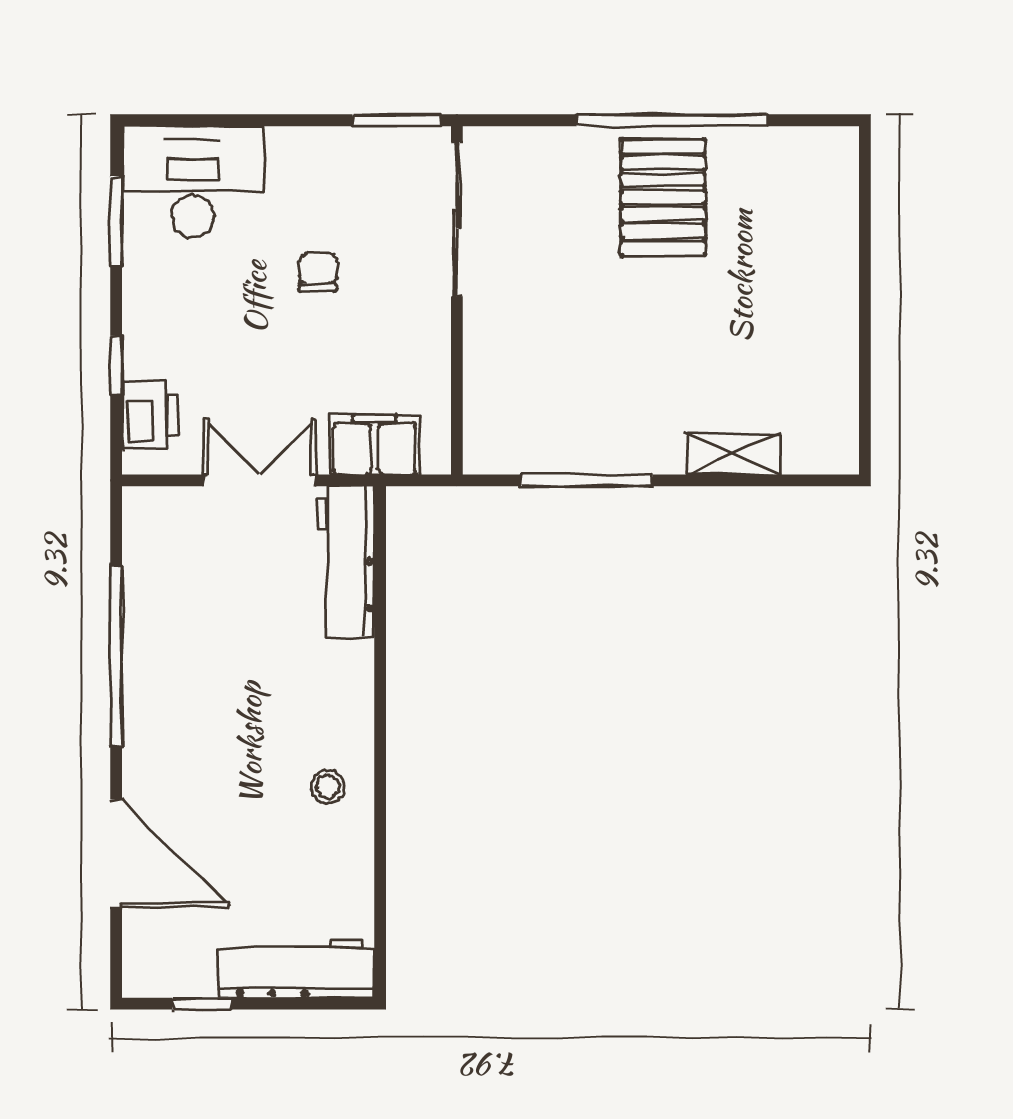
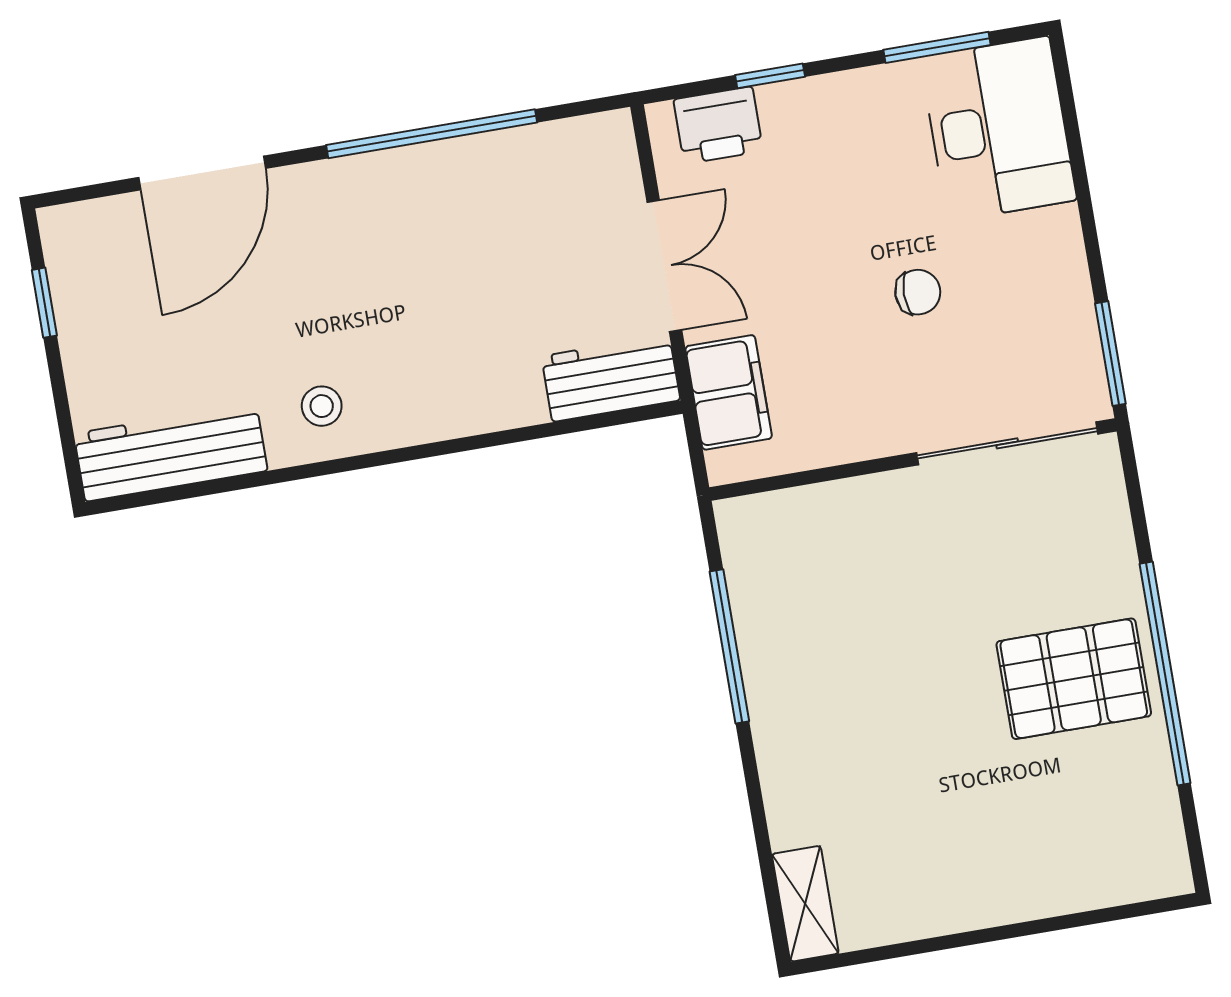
shelving: (733, 454) -> (805, 904), moved
workbench: (346, 562) -> (611, 378), width x0.73
workbench: (296, 968) -> (171, 452), moved, turned -90

